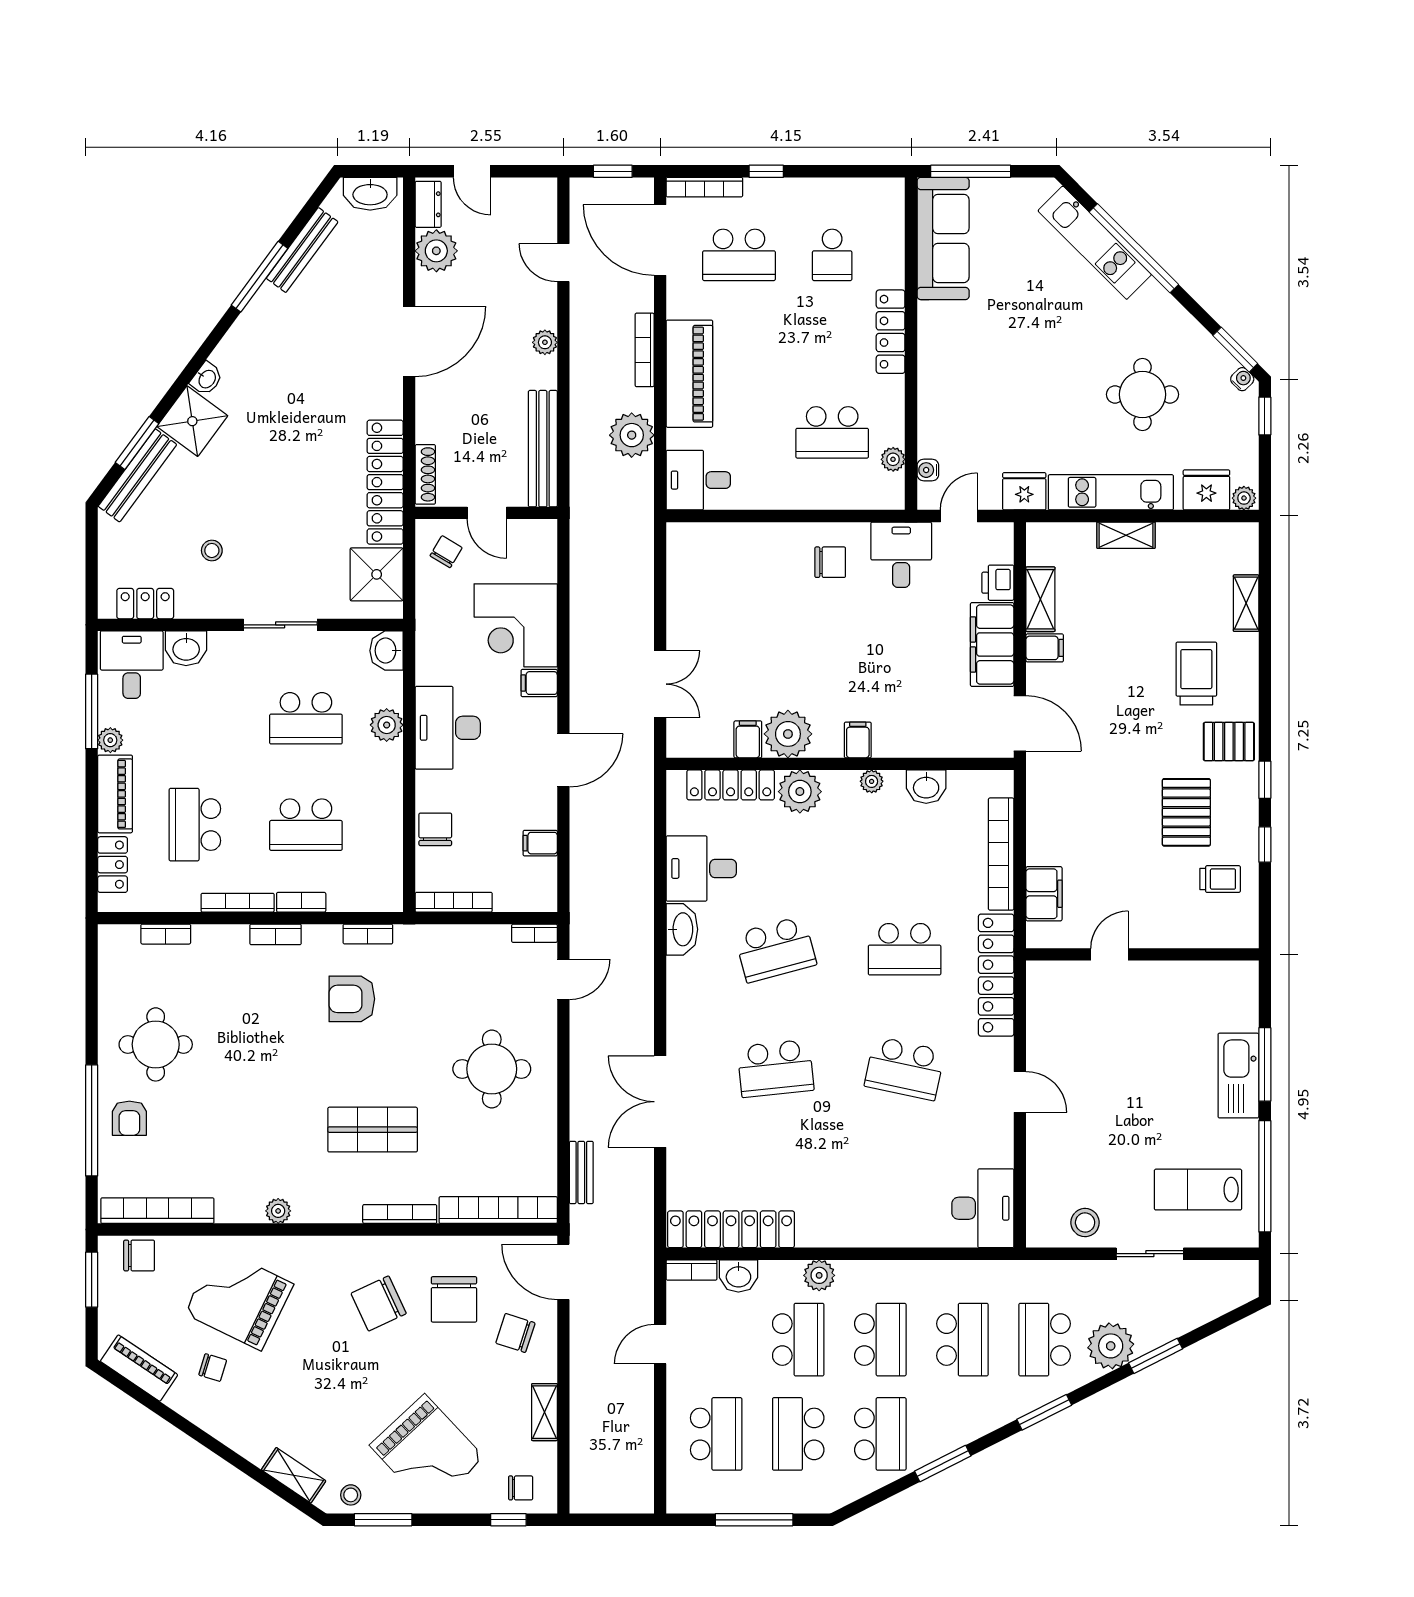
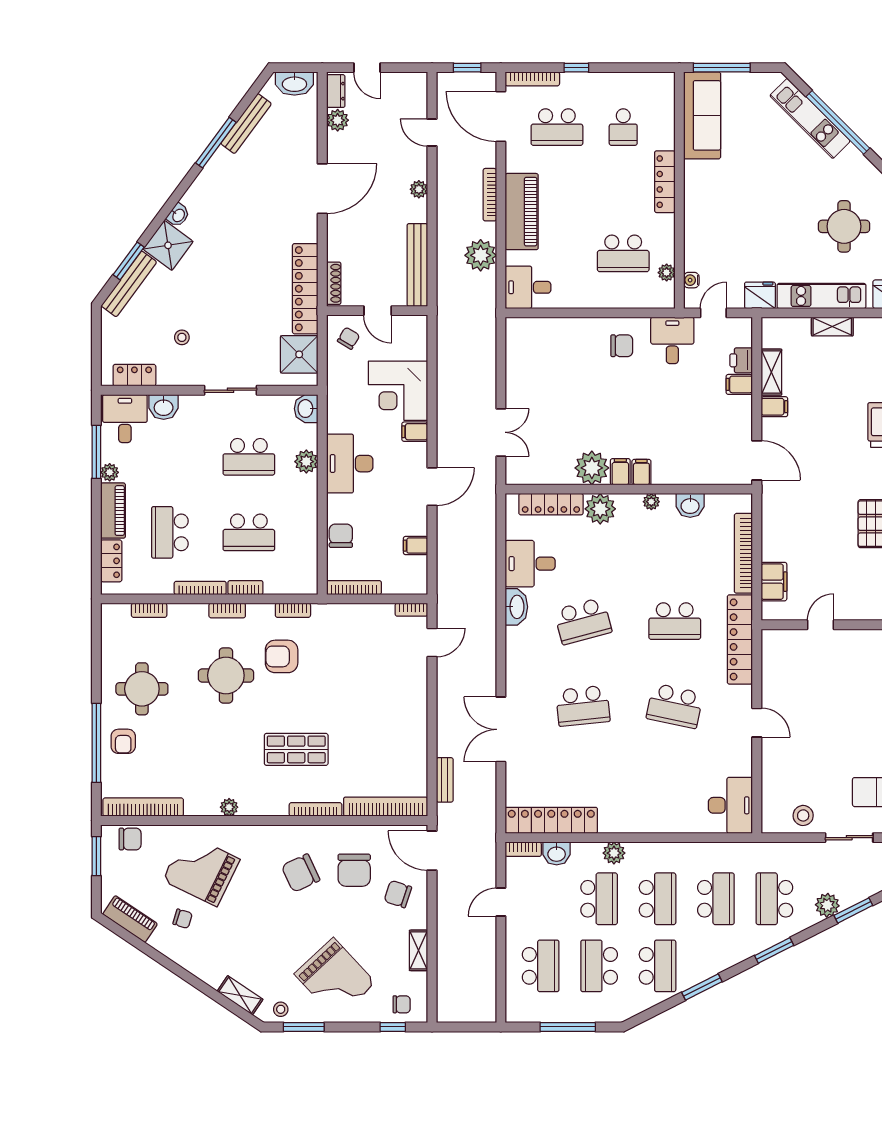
plant: (436, 251) -> (338, 120), width x0.73, depth x0.73
filing cabinet: (992, 645) -> (739, 384), width x0.33, depth x0.86
filing cabinet: (748, 739) -> (620, 472), moved
round table: (492, 1069) -> (226, 675), moved
plant: (1111, 1346) -> (827, 905), width x0.73, depth x0.73

